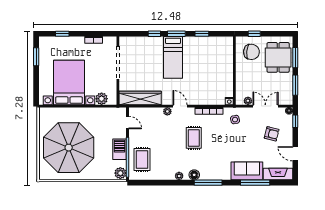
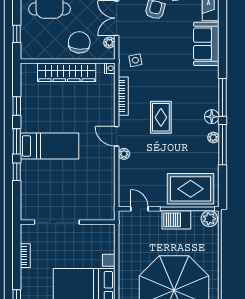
chair: (251, 52) -> (79, 42), moved
wardrobe: (140, 98) -> (67, 72), moved, turned -90
plant: (102, 99) -> (107, 245), removed
door: (180, 106) -> (117, 136), hinge flipped
door: (128, 123) -> (139, 209), hinge flipped
rug: (194, 138) -> (161, 117), turned 90
rug: (142, 159) -> (191, 189), width x1.36, depth x1.43
window: (255, 183) -> (222, 145), moved

